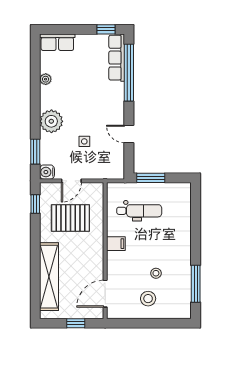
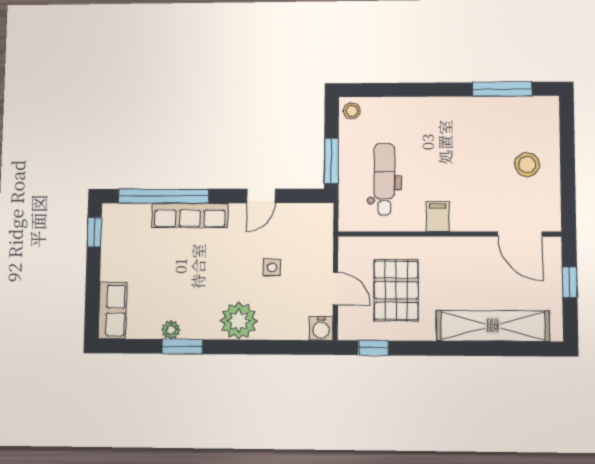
row of seats: (117, 58) -> (190, 215), moved
window: (35, 152) -> (182, 347), moved
stool: (156, 273) -> (352, 111), moved

